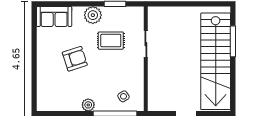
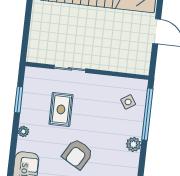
plant: (93, 15) -> (23, 131), width x0.53, depth x0.53
armchair: (75, 59) -> (78, 154), turned -132

